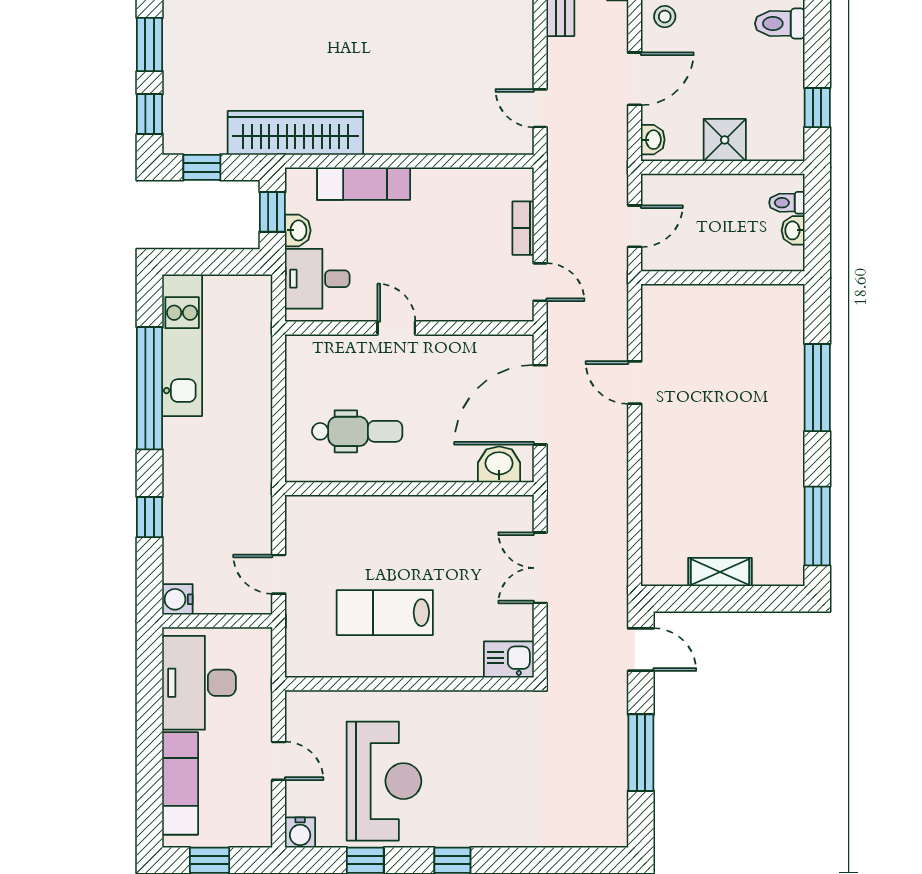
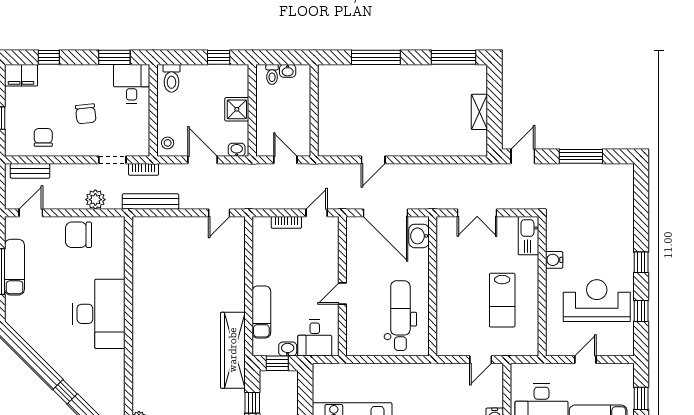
dental chair: (357, 431) -> (400, 316), width x1.36, depth x1.38
kitchen sink: (509, 659) -> (528, 236), width x1.38
water cooler: (300, 833) -> (554, 260), moved, turned 180

